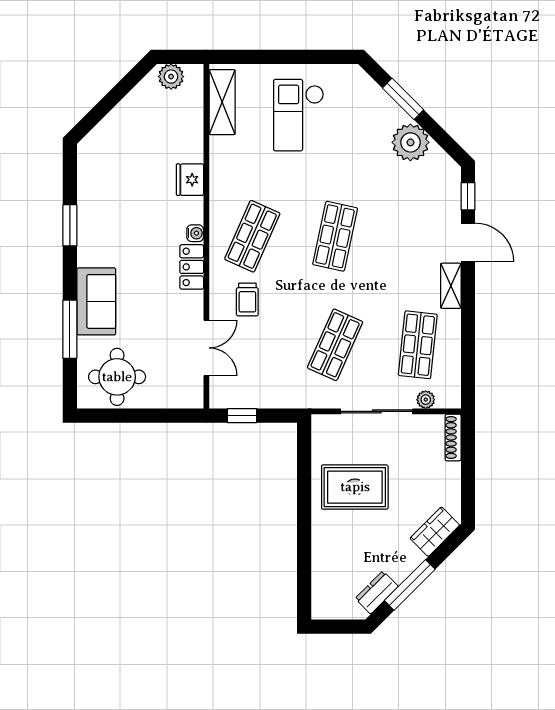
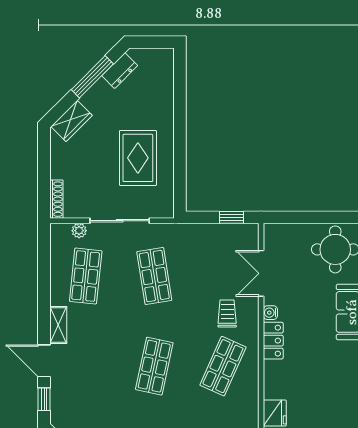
water cooler: (195, 233) -> (270, 313), moved
shop shelf: (335, 345) -> (154, 276), turned -33
rug: (355, 487) -> (138, 158), turned 90

